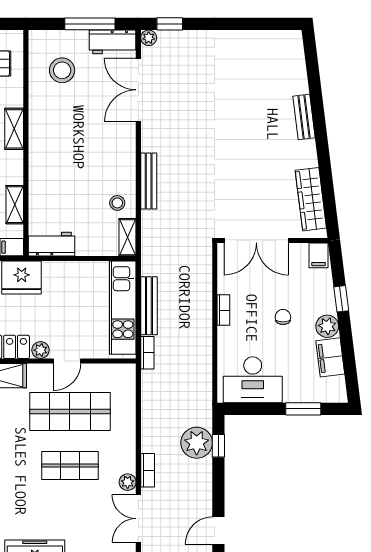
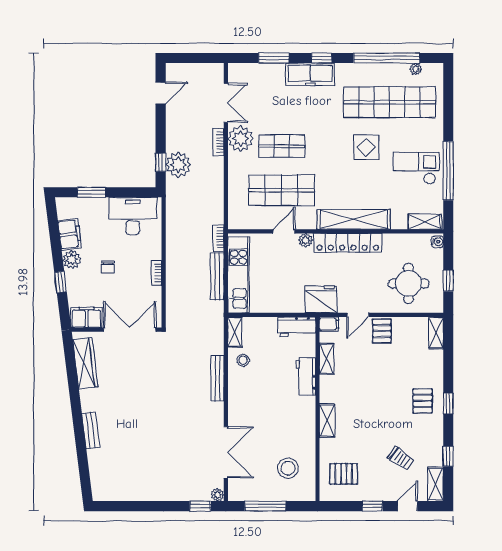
workbench: (112, 42) -> (306, 377), moved, turned -90
filing cabinet: (319, 255) -> (87, 317), width x2.00
plant: (128, 482) -> (241, 139), width x1.87, depth x1.87

